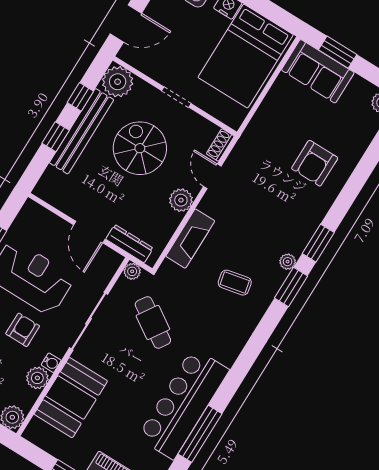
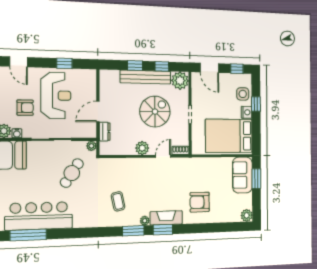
fireplace: (190, 239) -> (166, 218), moved, turned 180
dresser: (129, 244) -> (105, 132), width x0.70

